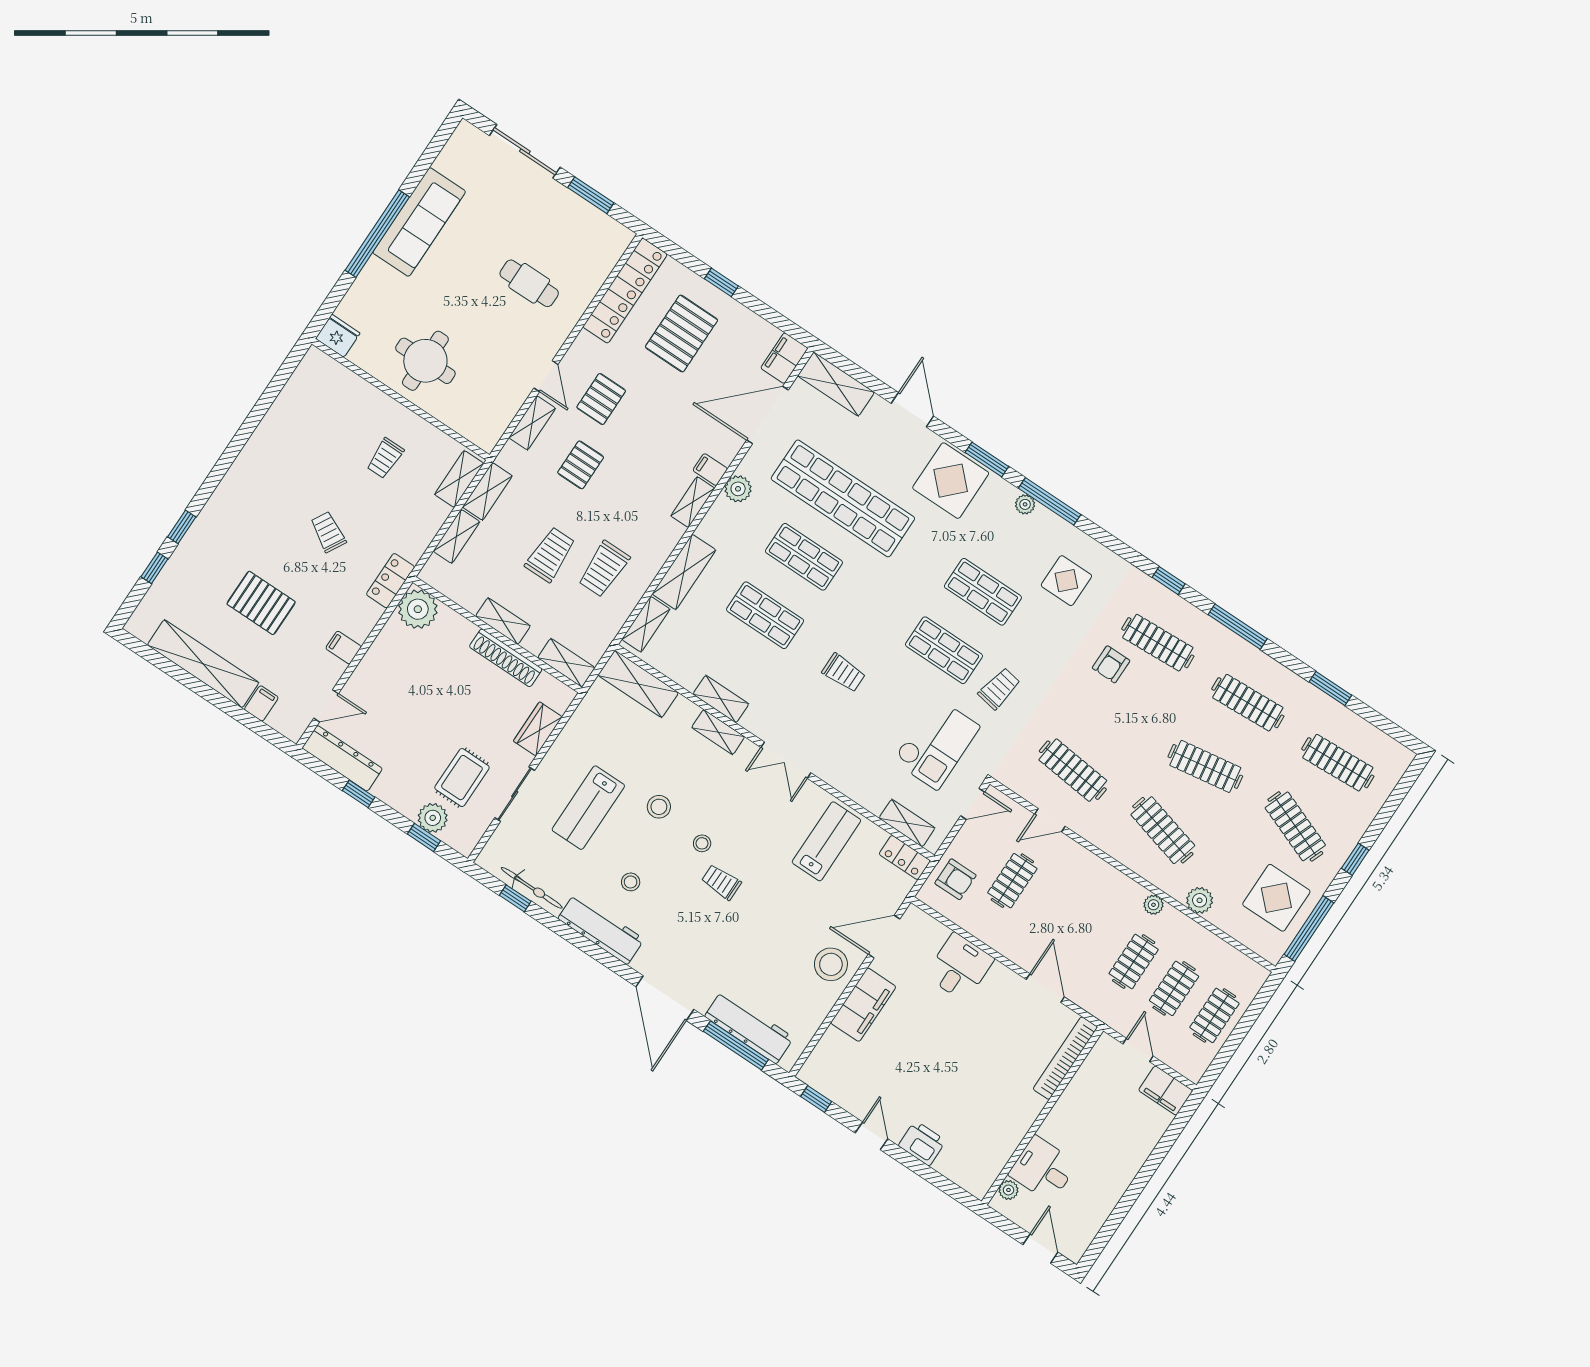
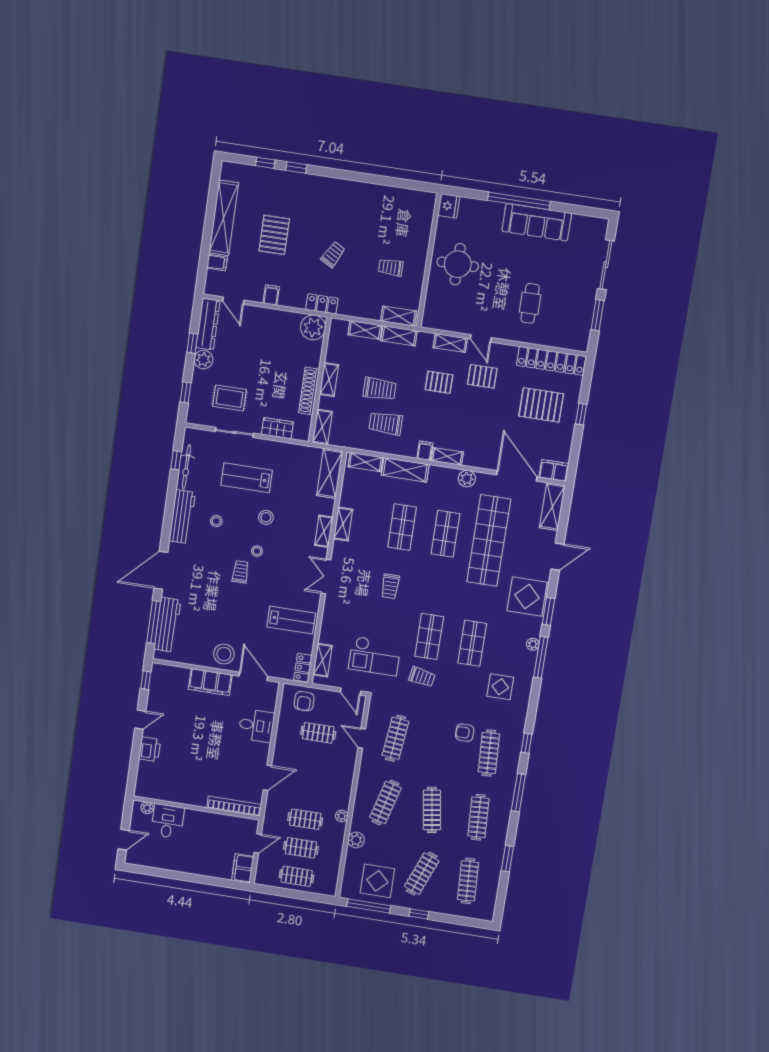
door: (546, 376) -> (481, 338), hinge flipped
filing cabinet: (710, 470) -> (425, 451), moved
plant: (433, 818) -> (203, 360), moved

